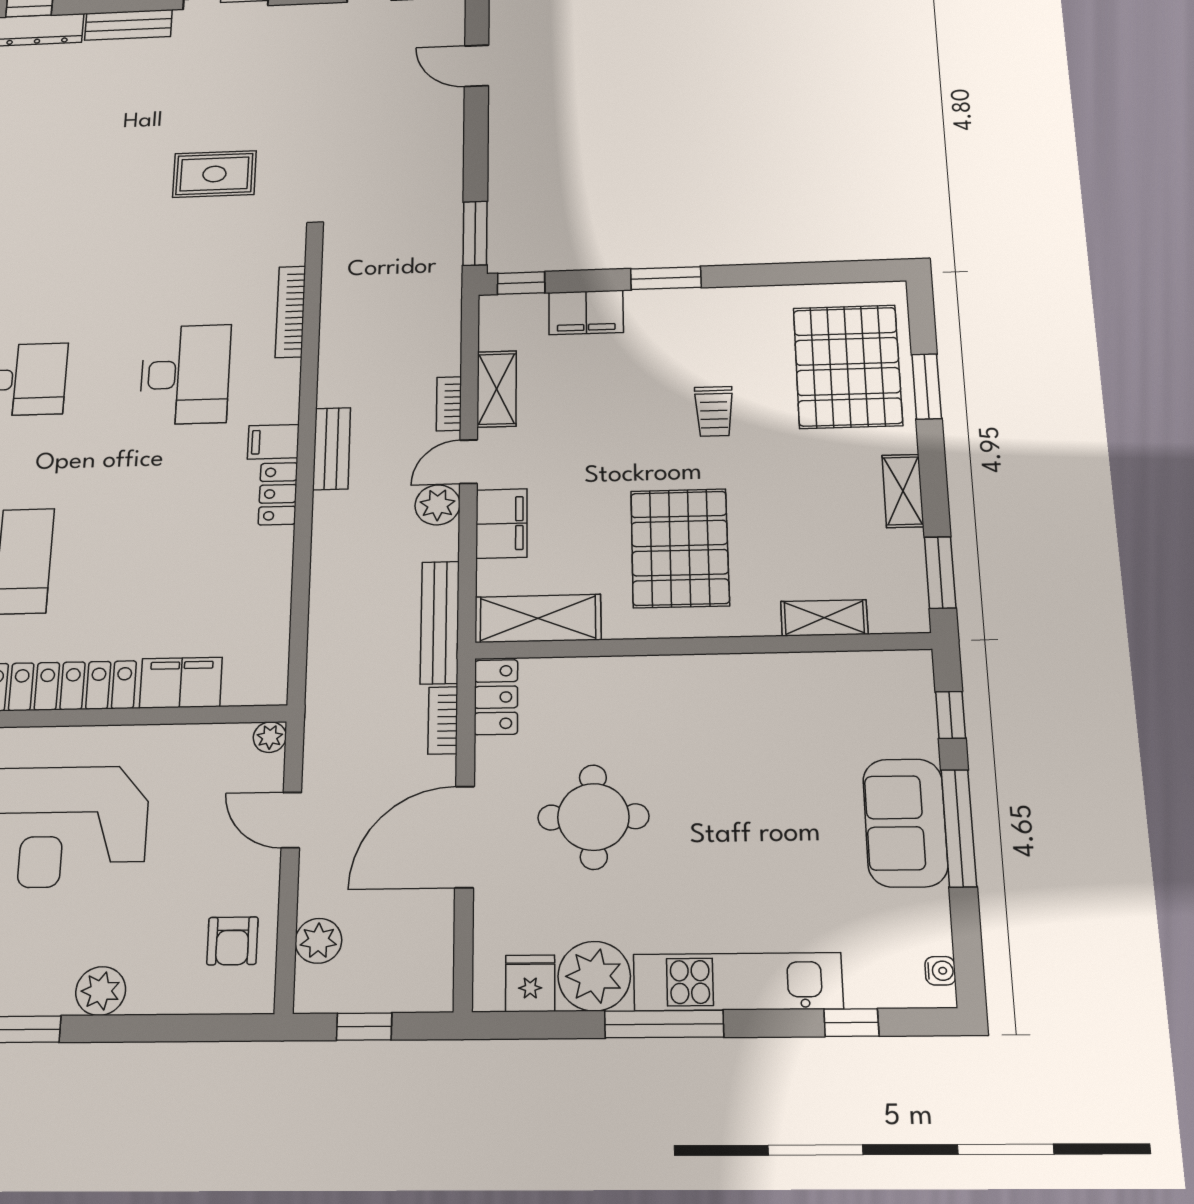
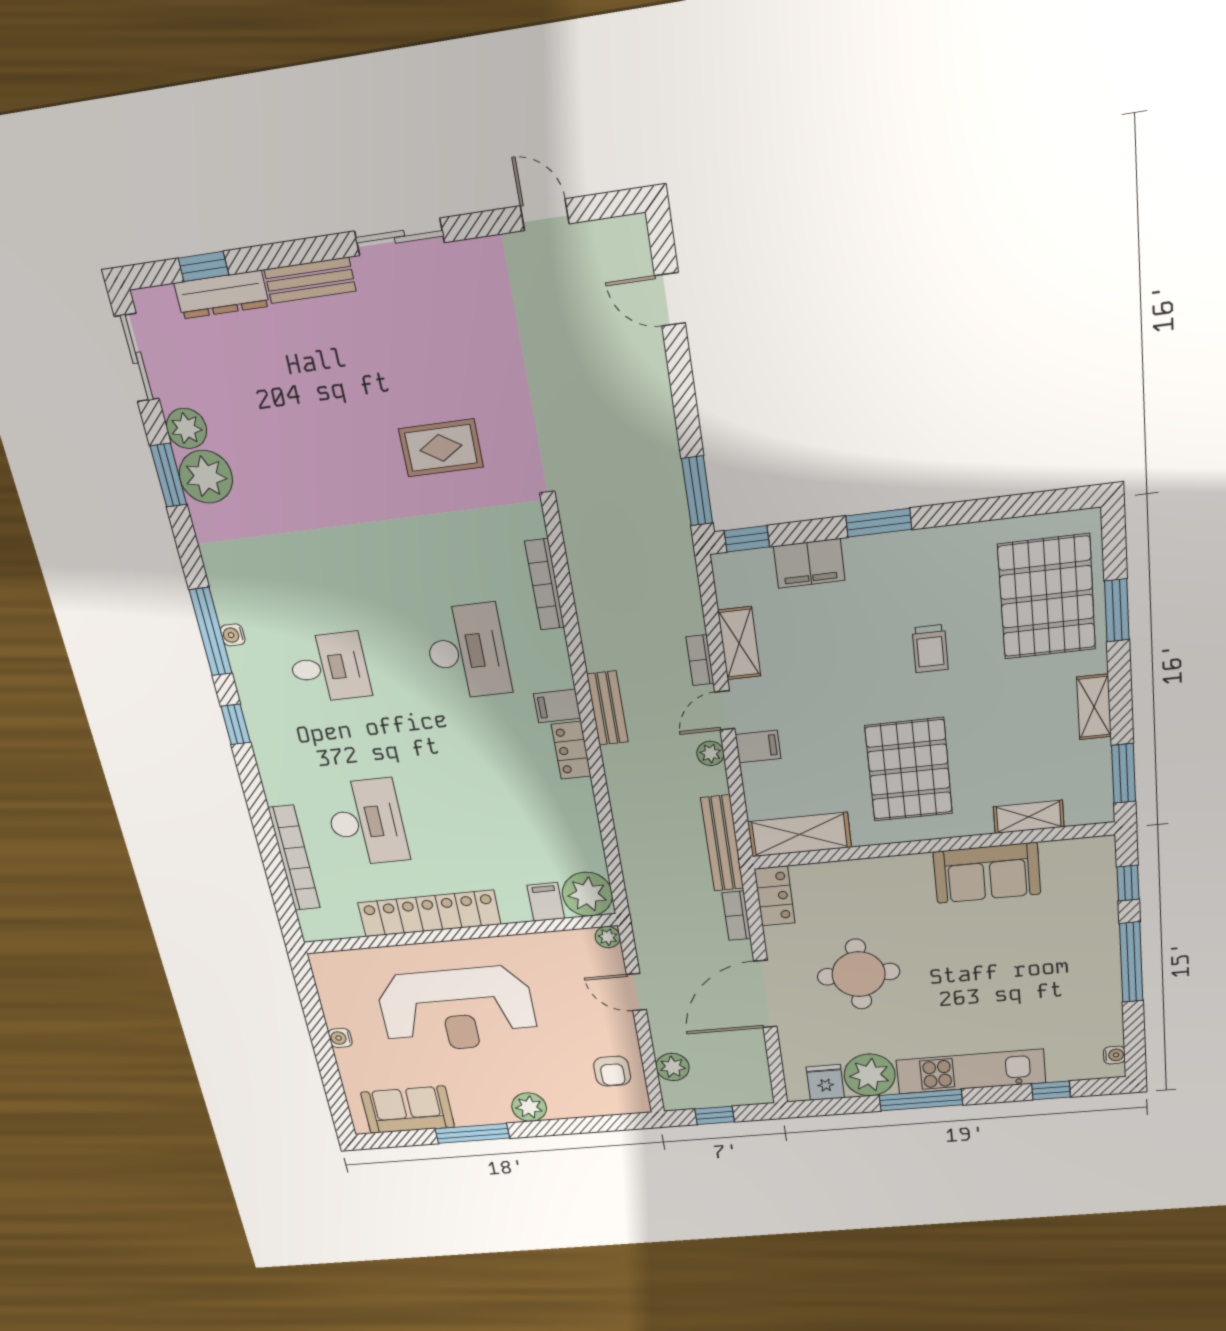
plant: (438, 505) -> (710, 753), width x0.73, depth x0.73
filing cabinet: (502, 523) -> (758, 746), width x0.50
plant: (257, 676) -> (587, 894), added
filing cabinet: (181, 683) -> (546, 902), width x0.50
sofa: (905, 823) -> (987, 873), moved, turned -90

